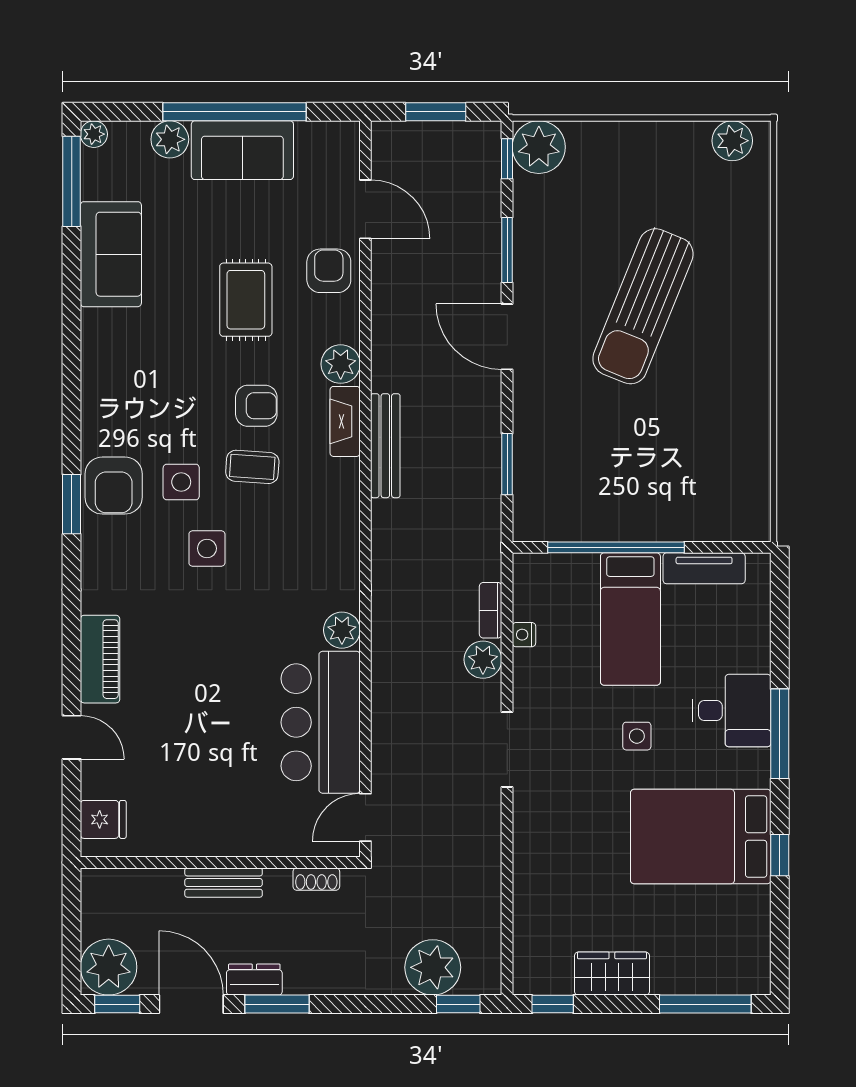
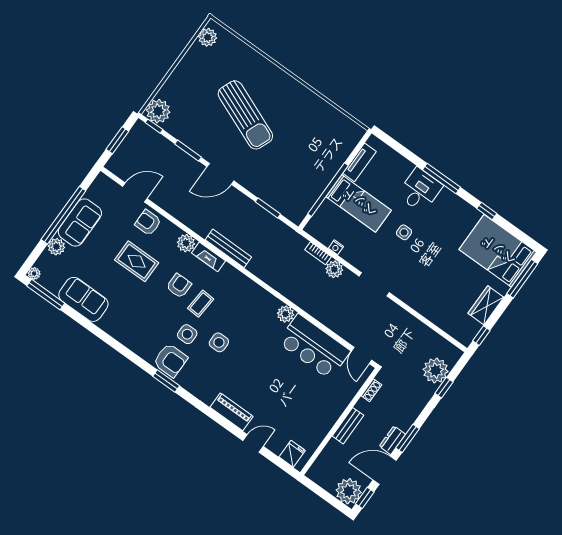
bed: (701, 837) -> (498, 251), moved, turned 90
window: (458, 1004) -> (444, 388), moved

